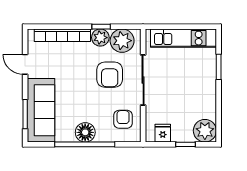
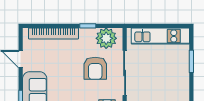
plant: (100, 38) -> (87, 36), removed

